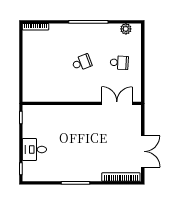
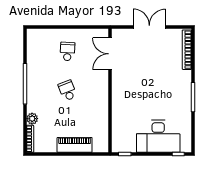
plant: (126, 29) -> (32, 119), moved
piano: (30, 69) -> (75, 145), added
desk: (34, 149) -> (158, 136), width x1.87, depth x1.30
double door: (143, 151) -> (149, 27), moved

